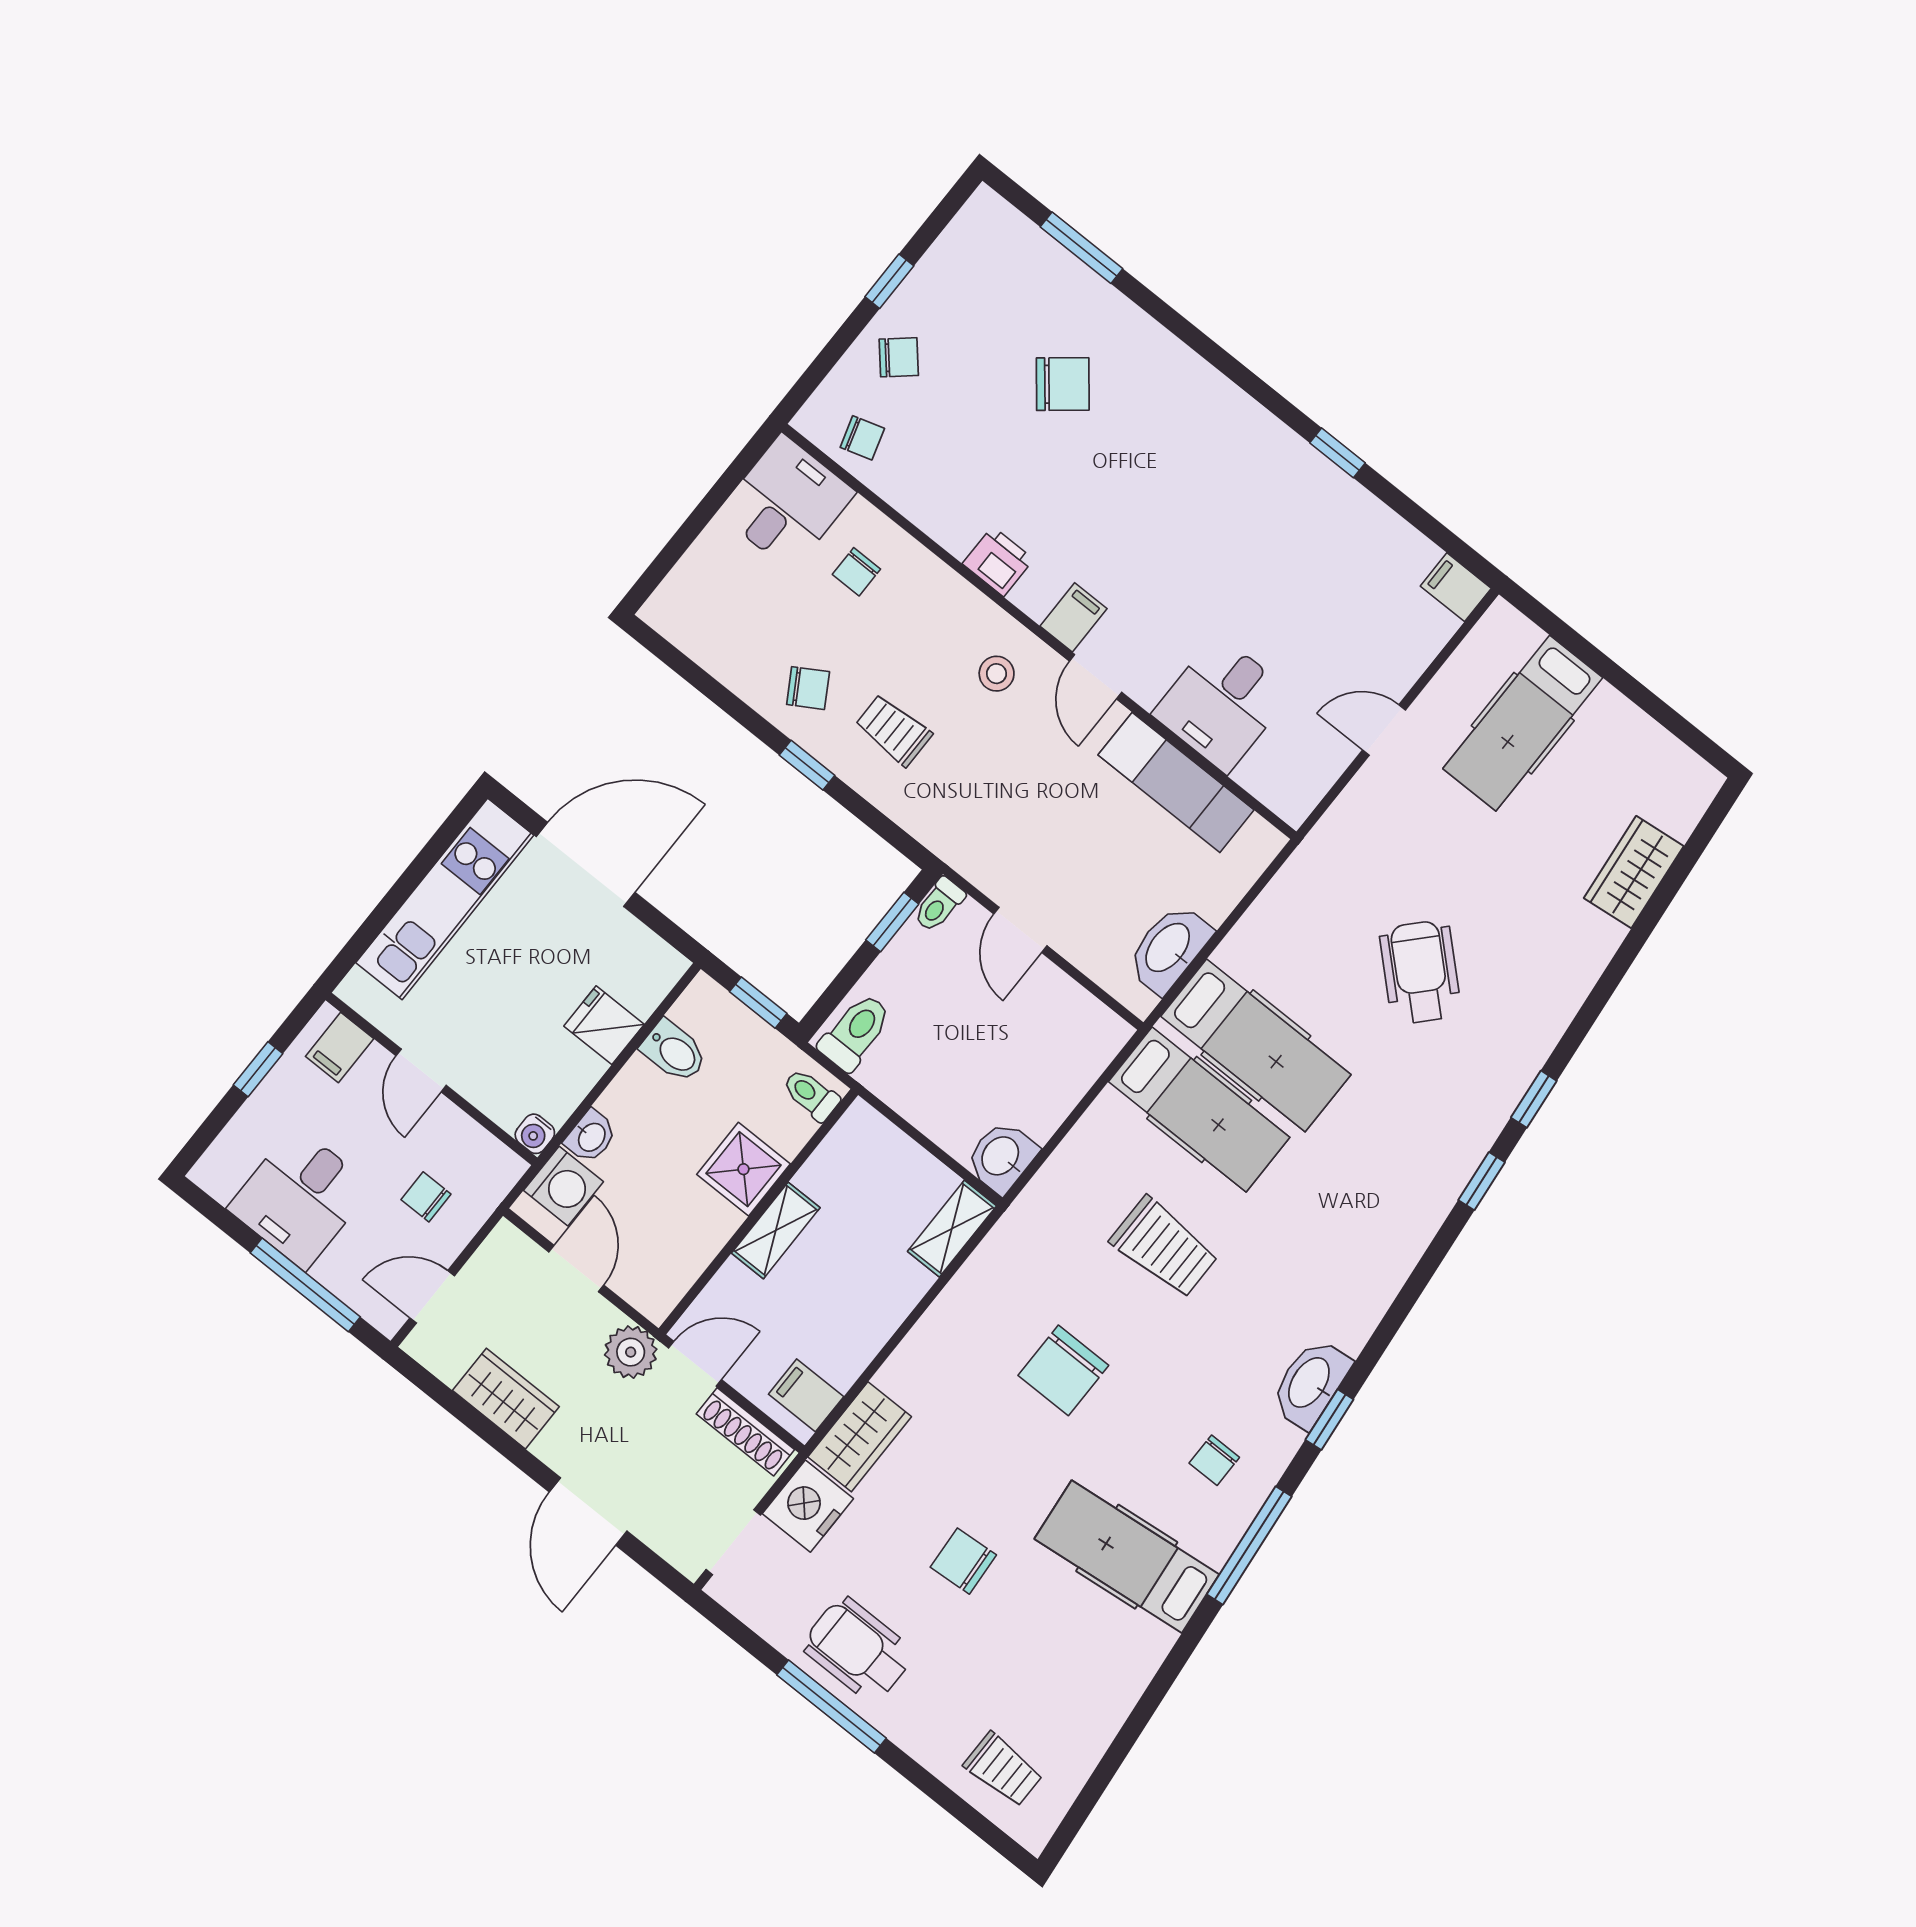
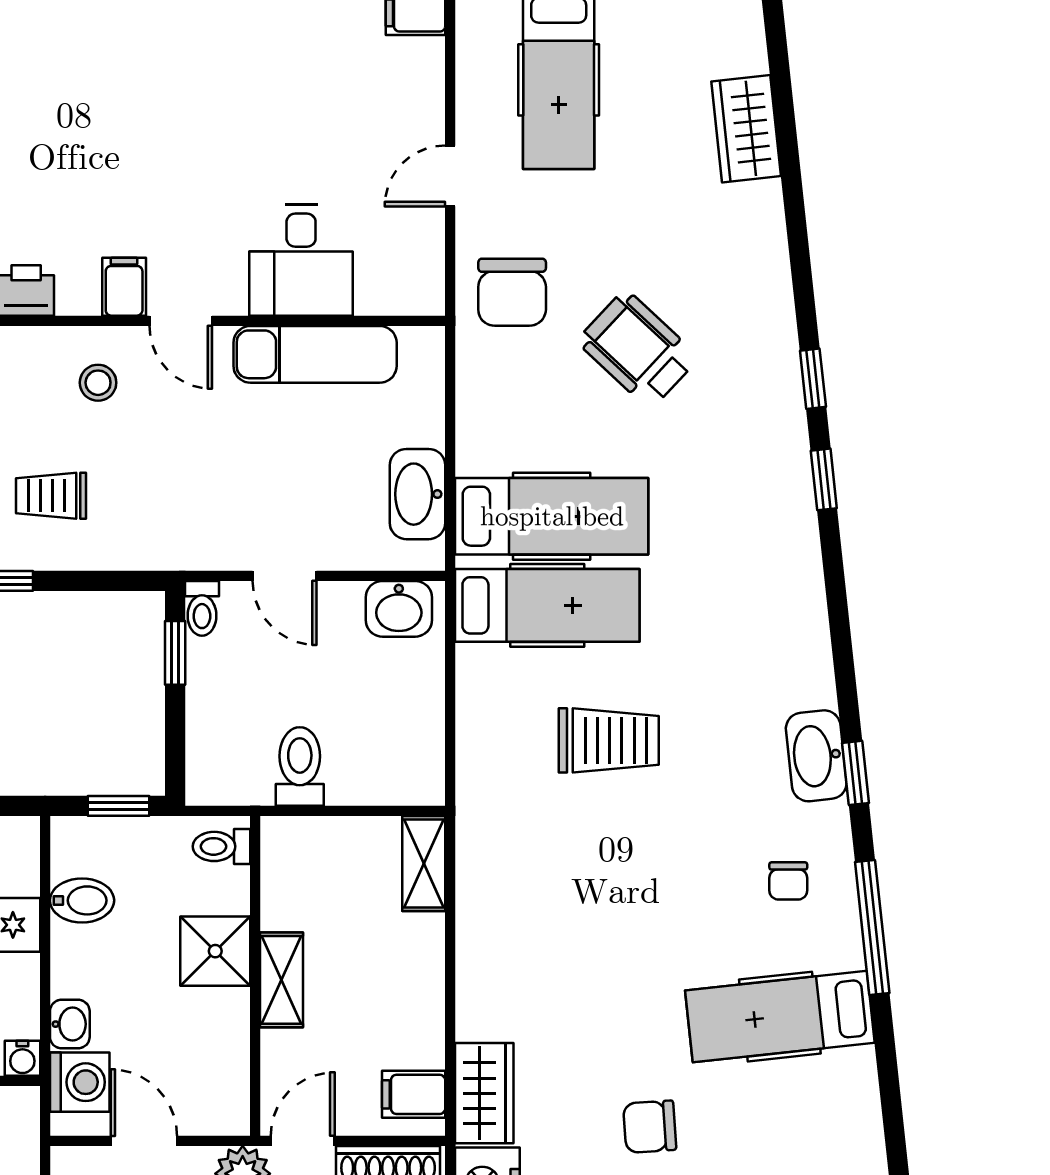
toilet: (855, 1032) -> (300, 766), moved
washbasin: (1001, 1157) -> (399, 609), moved, turned -90
chair: (1063, 1370) -> (512, 292), moved

